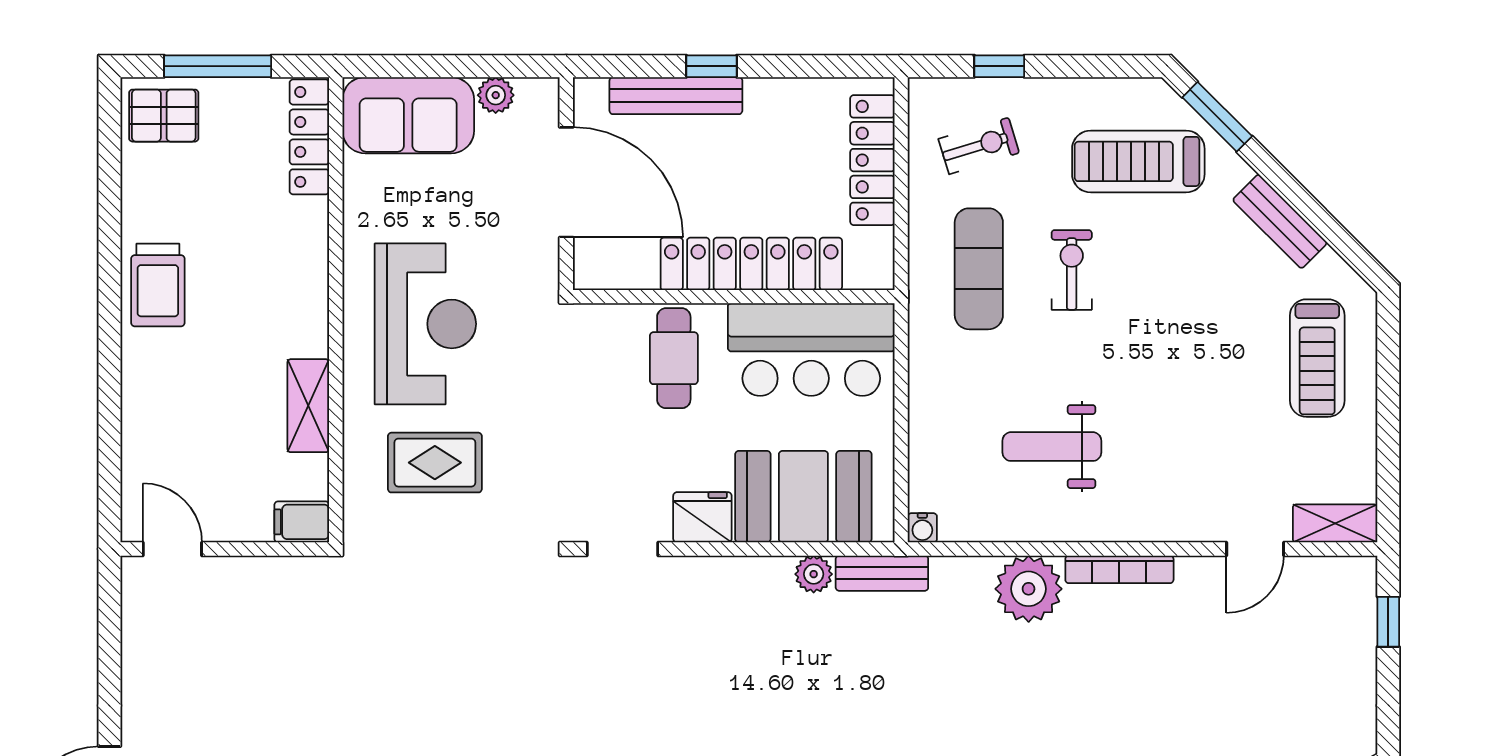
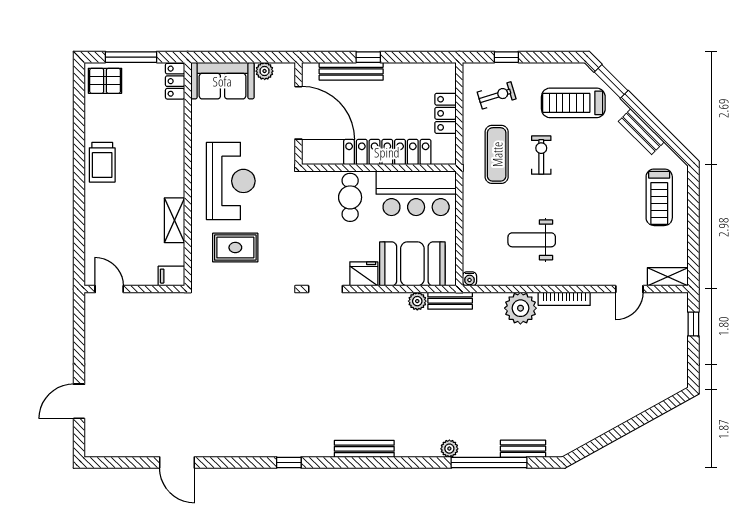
locker: (309, 137) -> (175, 81), width x0.66
locker: (872, 160) -> (446, 113), width x0.66

